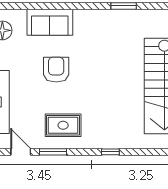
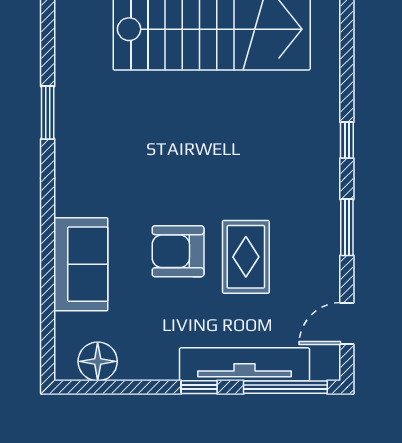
rug: (63, 125) -> (246, 257), moved
window: (53, 152) -> (347, 227), moved

